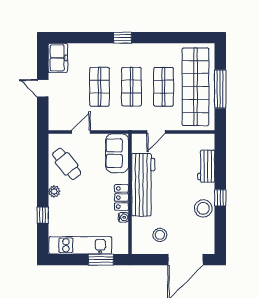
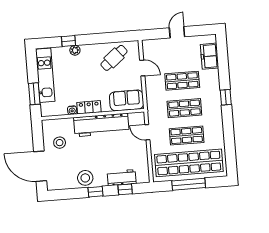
freezer: (58, 58) -> (210, 56), moved, turned 90
window: (220, 163) -> (125, 189), added
plant: (54, 191) -> (75, 50), moved

